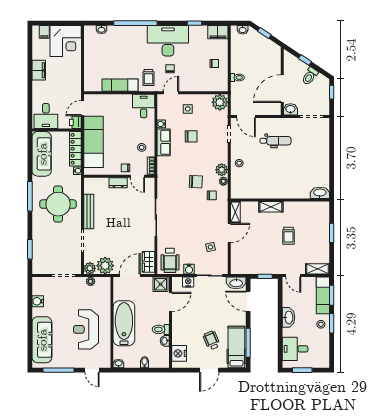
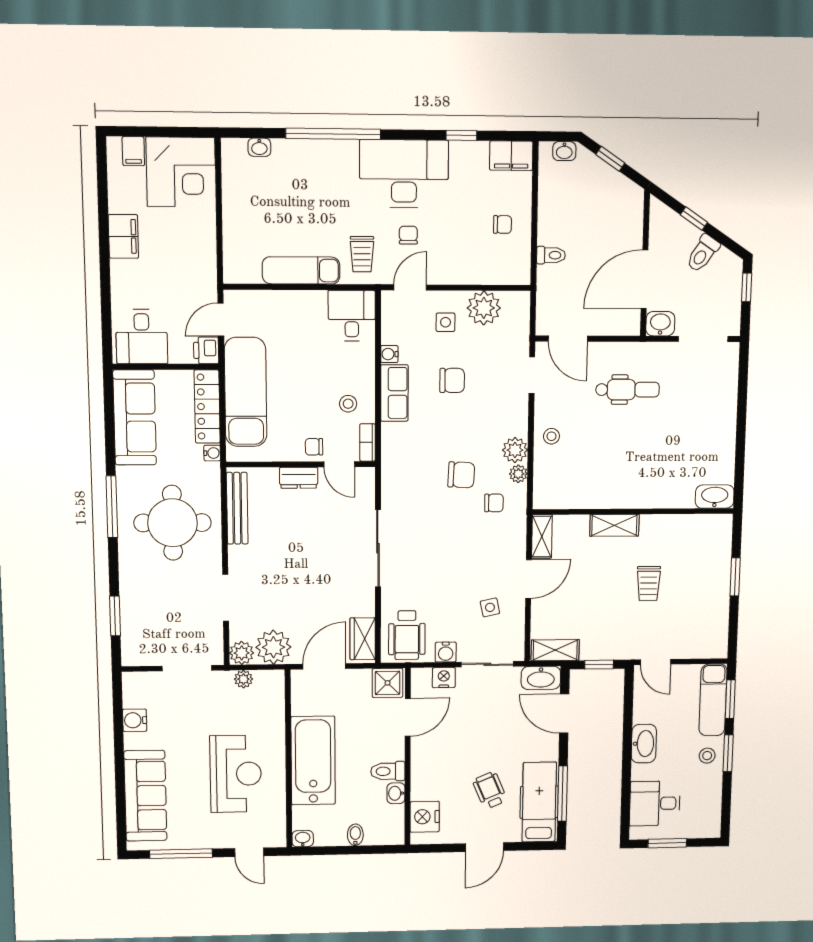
plant: (220, 102) -> (484, 308), moved
bench: (89, 212) -> (237, 508), moved
shelving: (318, 269) -> (555, 650), moved
reception desk: (86, 329) -> (236, 774), turned 180

